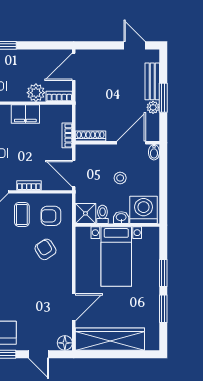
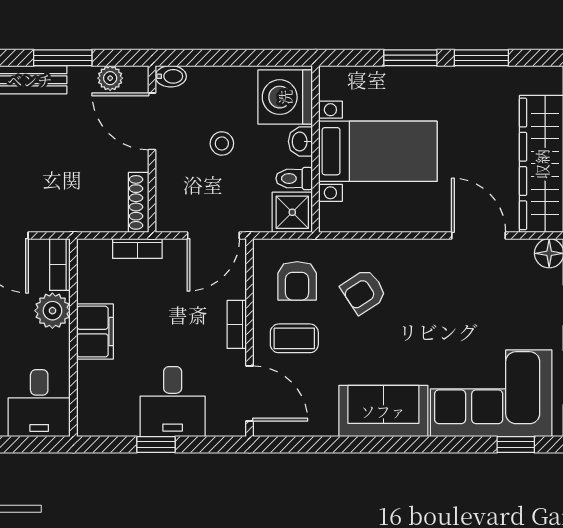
plant: (153, 107) -> (110, 78), moved

